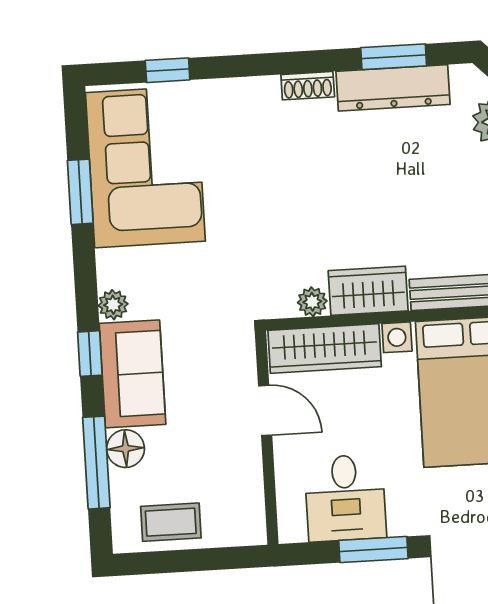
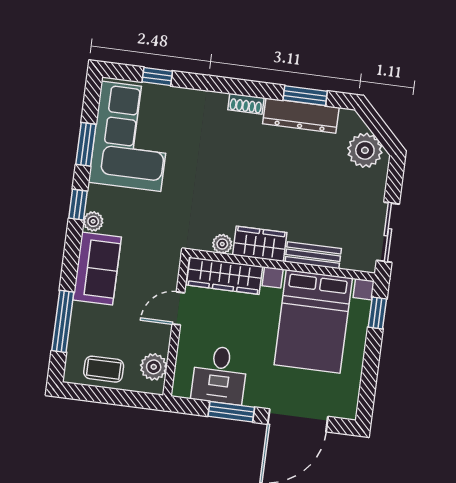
window: (90, 354) -> (78, 205), moved
door: (265, 410) -> (178, 308), swing flipped
floor lamp: (126, 449) -> (83, 316), removed
plant: (245, 505) -> (154, 367), added

